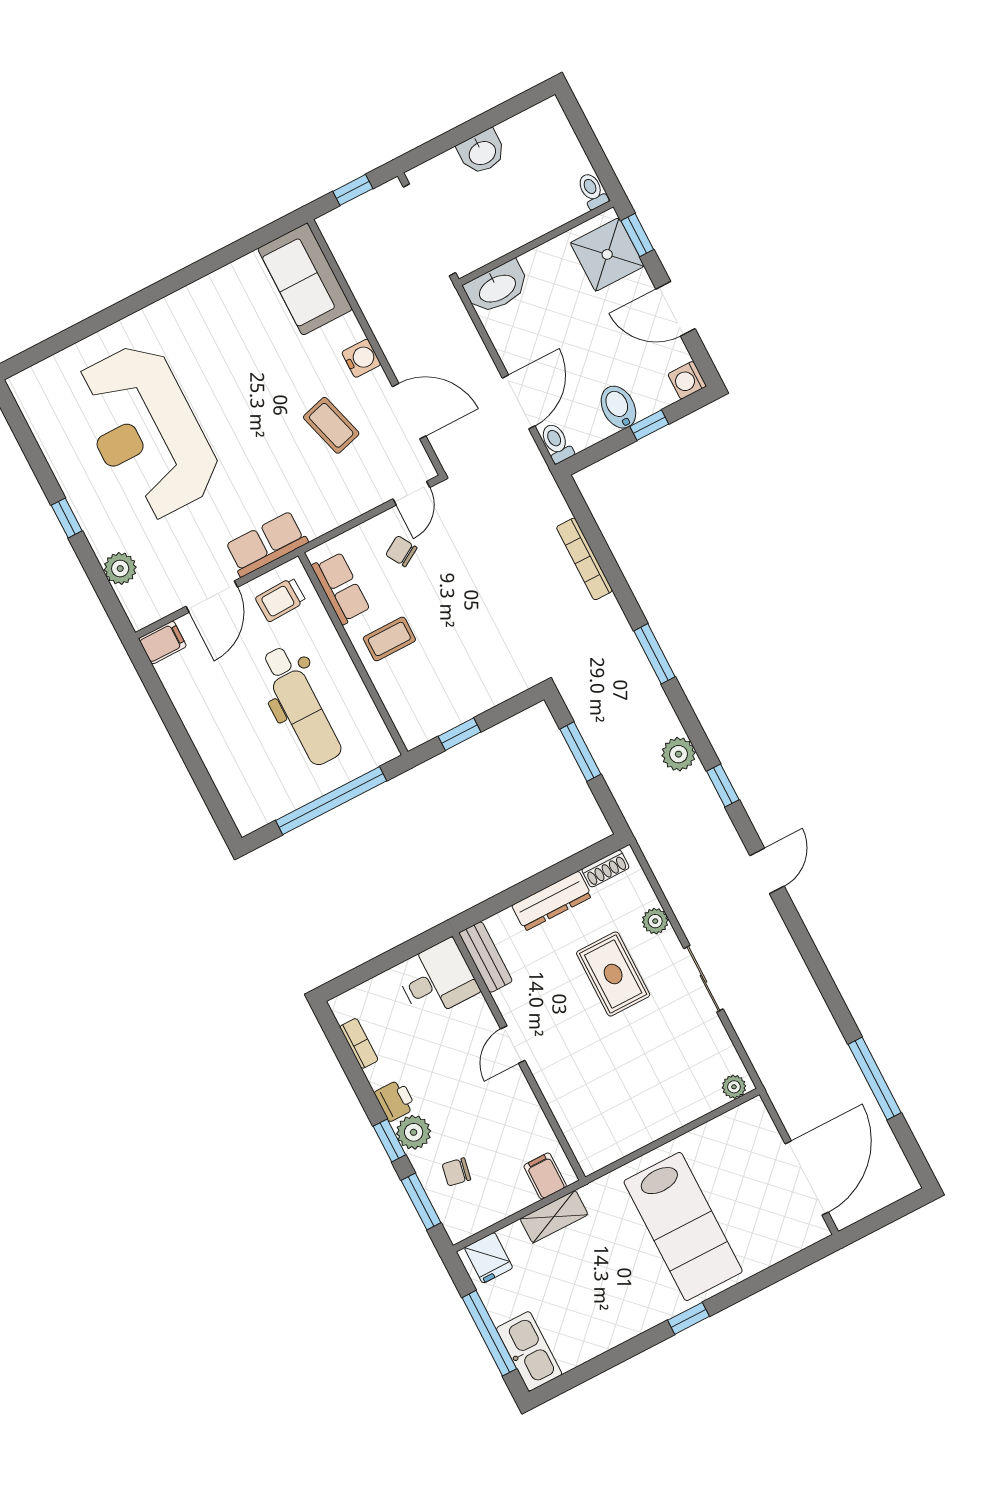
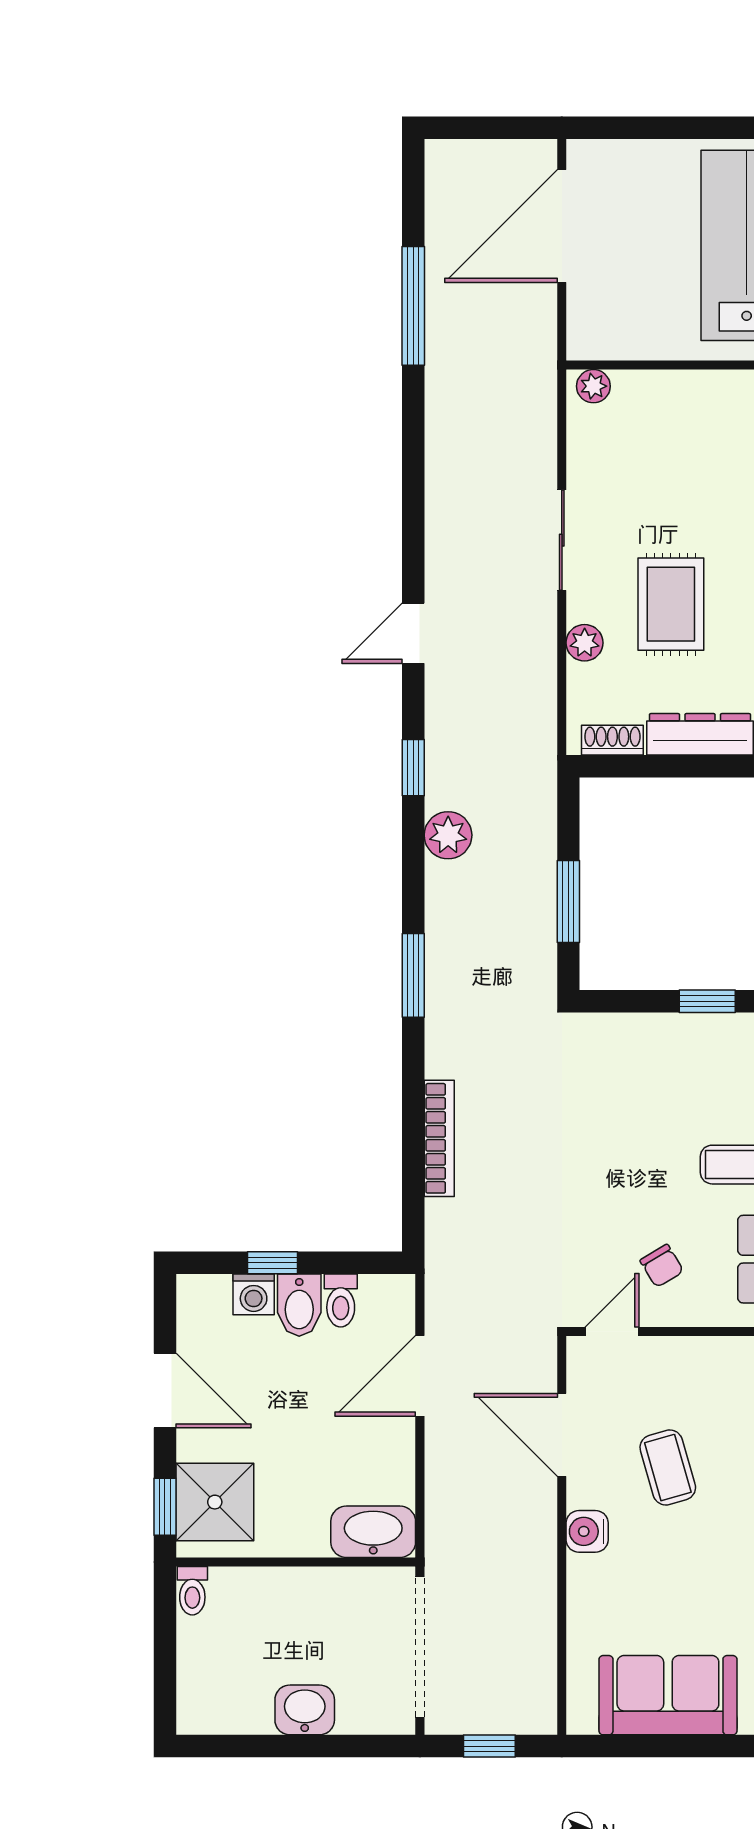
sofa: (305, 279) -> (668, 1695), moved, turned -90
washing machine: (687, 380) -> (254, 1294), moved, turned 90
toilet: (557, 443) -> (341, 1300), moved

